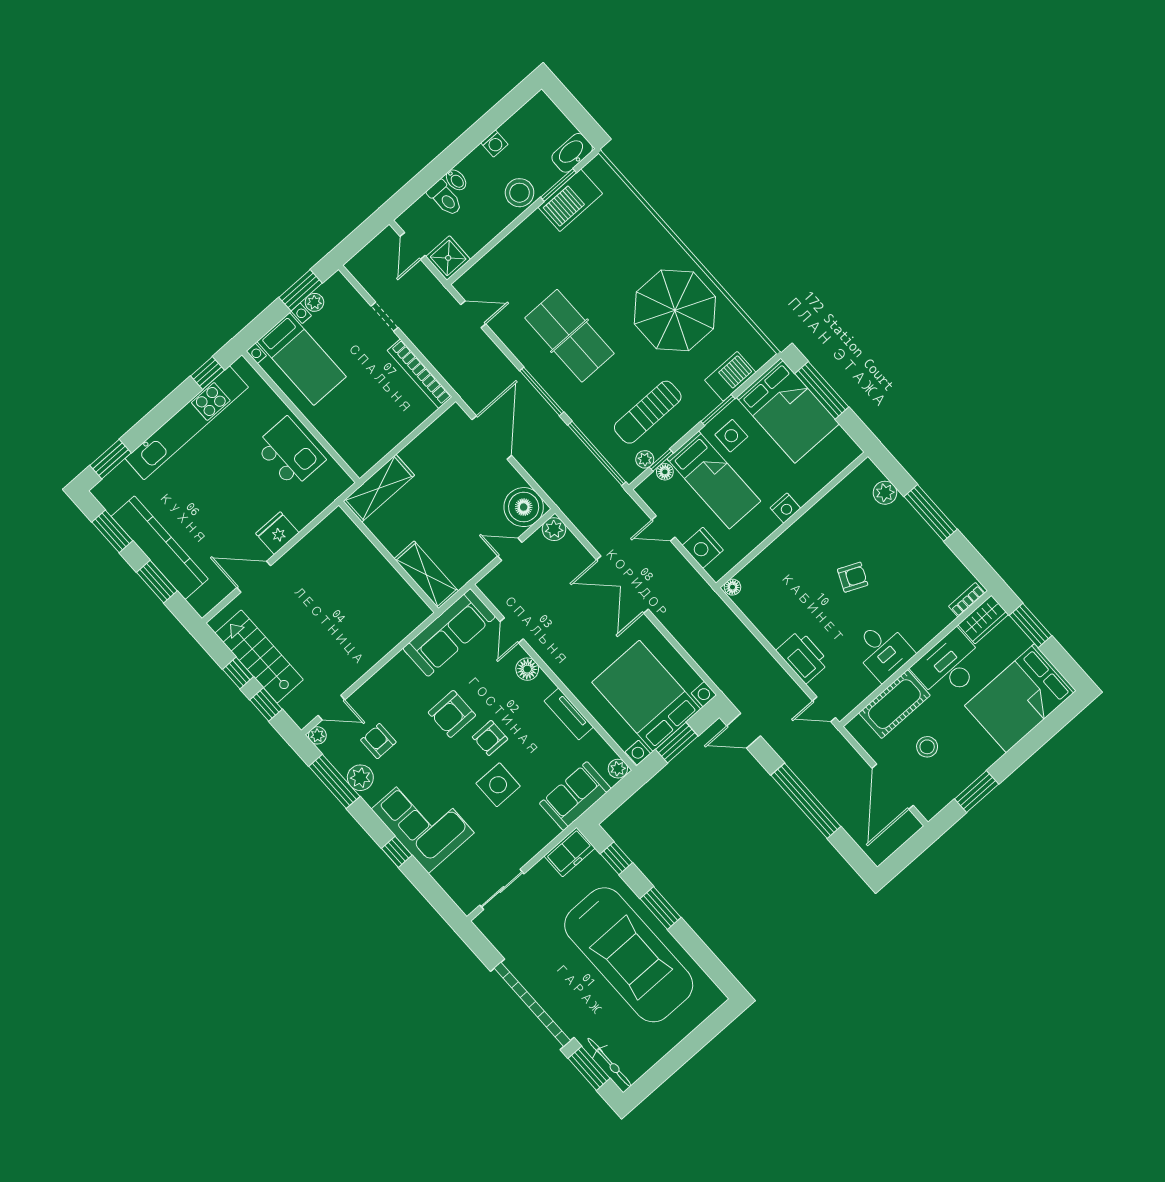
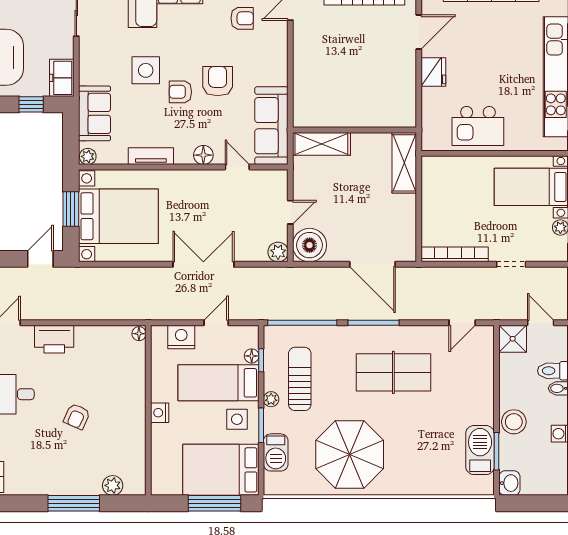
washbasin: (572, 153) -> (509, 483), width x0.72
plant: (645, 459) -> (271, 399), moved
armchair: (490, 738) -> (180, 92), turned -90

